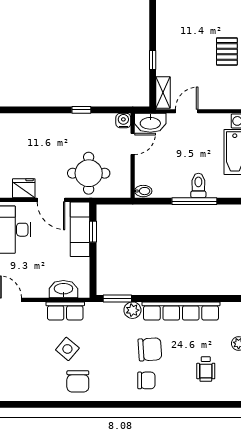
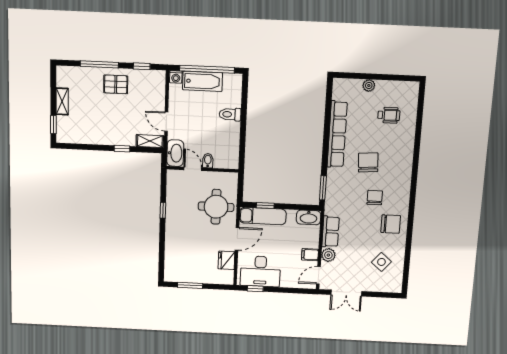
water cooler: (123, 121) -> (173, 176), removed
bidet: (143, 191) -> (208, 161), moved
window: (194, 201) -> (243, 118), removed
filing cabinet: (36, 288) -> (310, 255), added
washbasin: (63, 289) -> (309, 217), moved, turned -90
plant: (132, 310) -> (328, 255), moved
side table: (67, 349) -> (381, 262), moved
chair: (146, 380) -> (375, 198), moved

